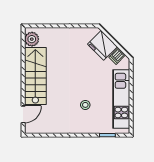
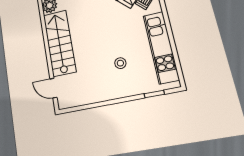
door: (23, 114) -> (53, 88), swing flipped

